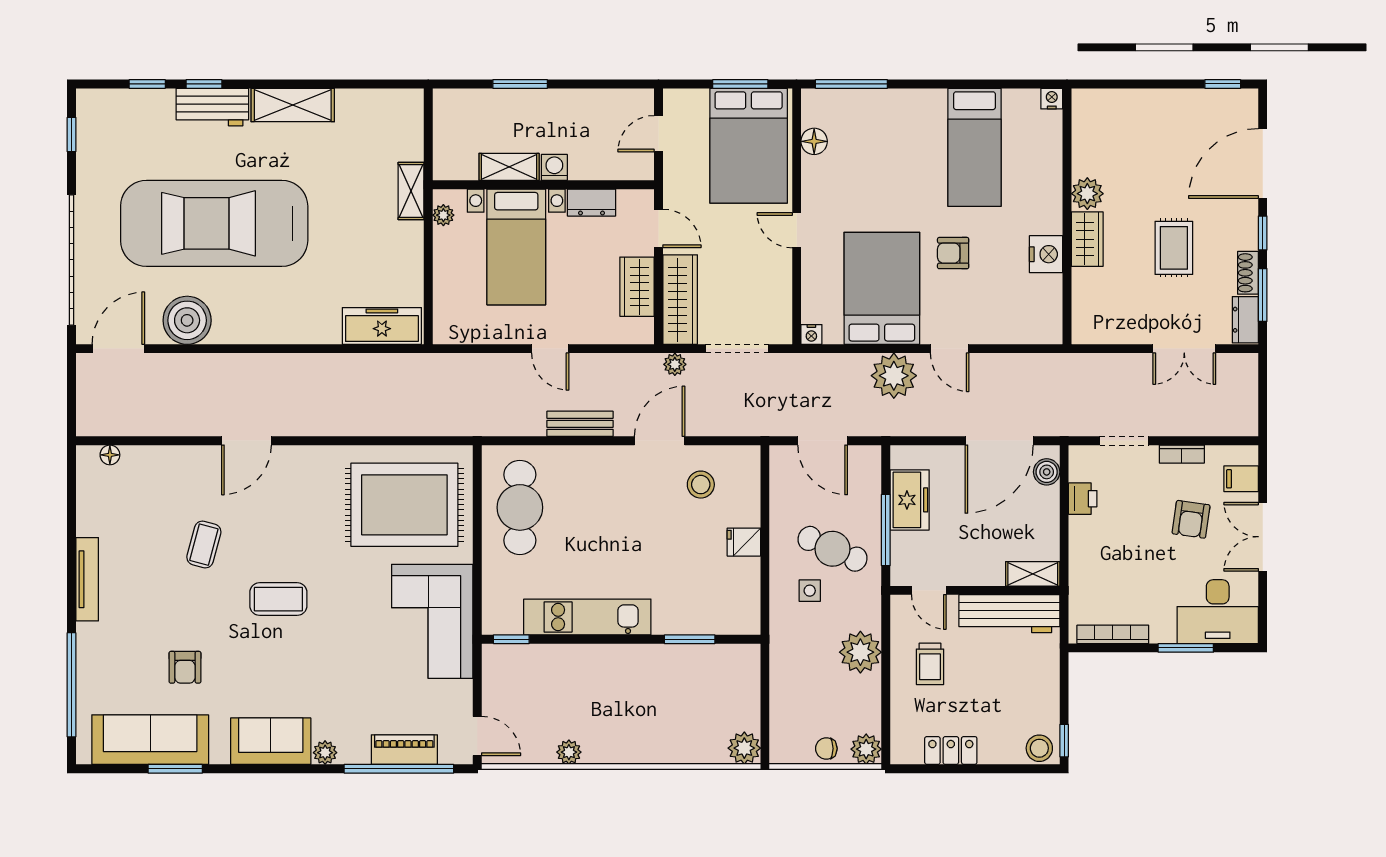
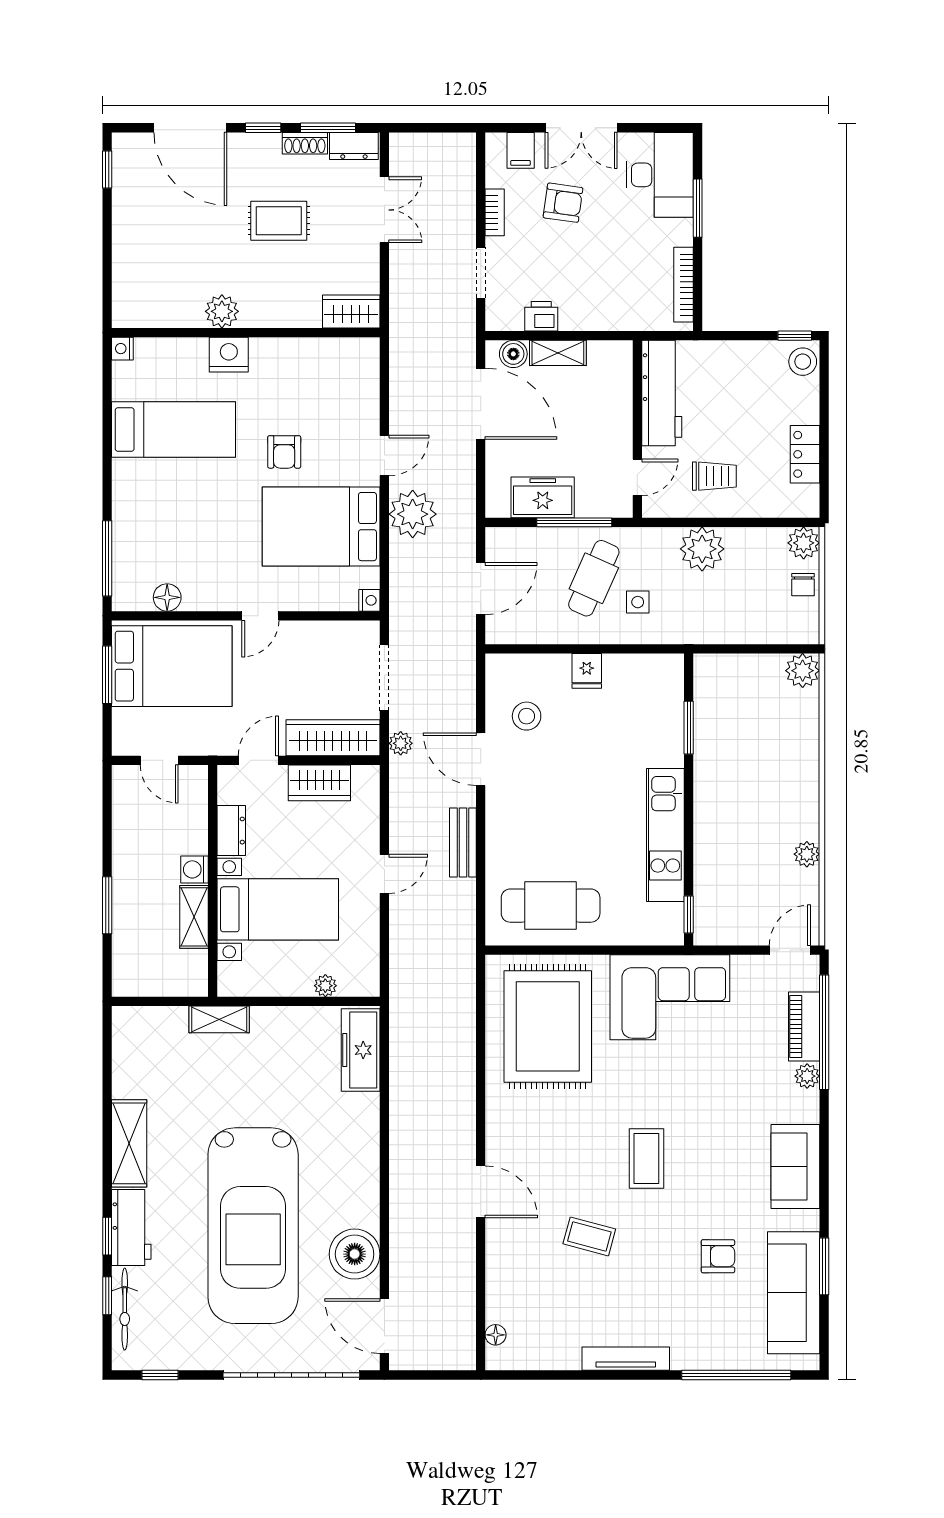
bicycle: (135, 101) -> (125, 1309), added
plant: (443, 215) -> (325, 986), moved
wardrobe: (1087, 239) -> (351, 312), moved
nightstand: (1046, 254) -> (229, 355), moved
shelving: (1033, 574) -> (558, 353), moved, turned 90
plant: (325, 753) -> (807, 1076), moved

